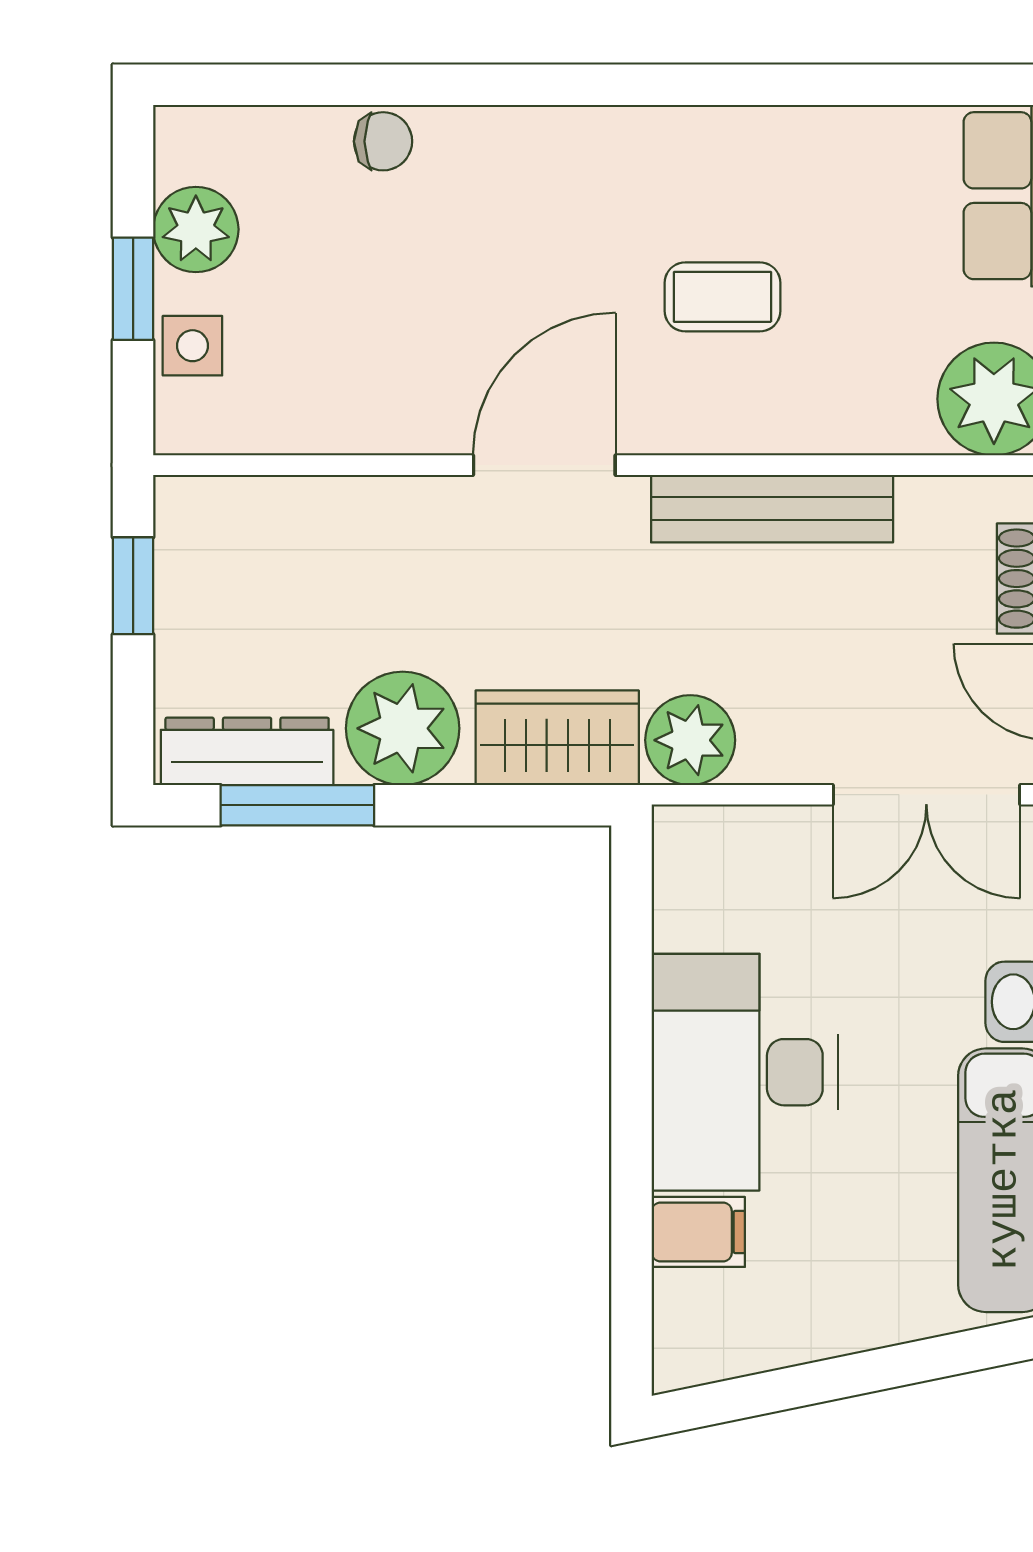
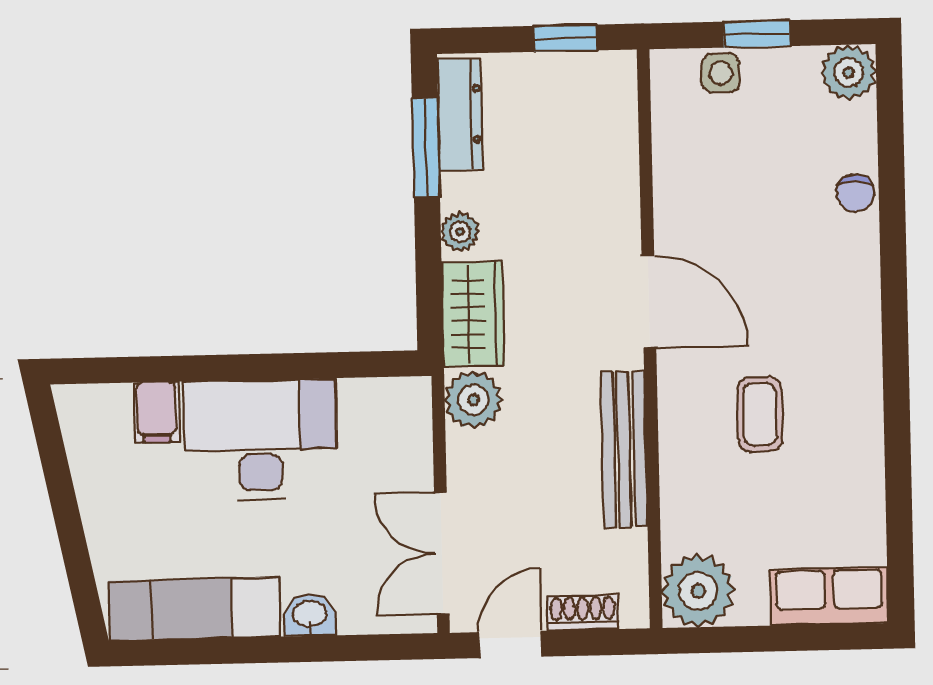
plant: (196, 229) -> (849, 72), moved
plant: (403, 728) -> (460, 232), width x0.53, depth x0.53

